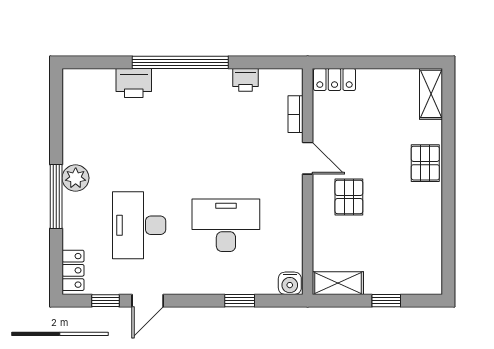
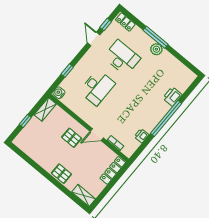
locker: (335, 79) -> (113, 170), width x1.53

